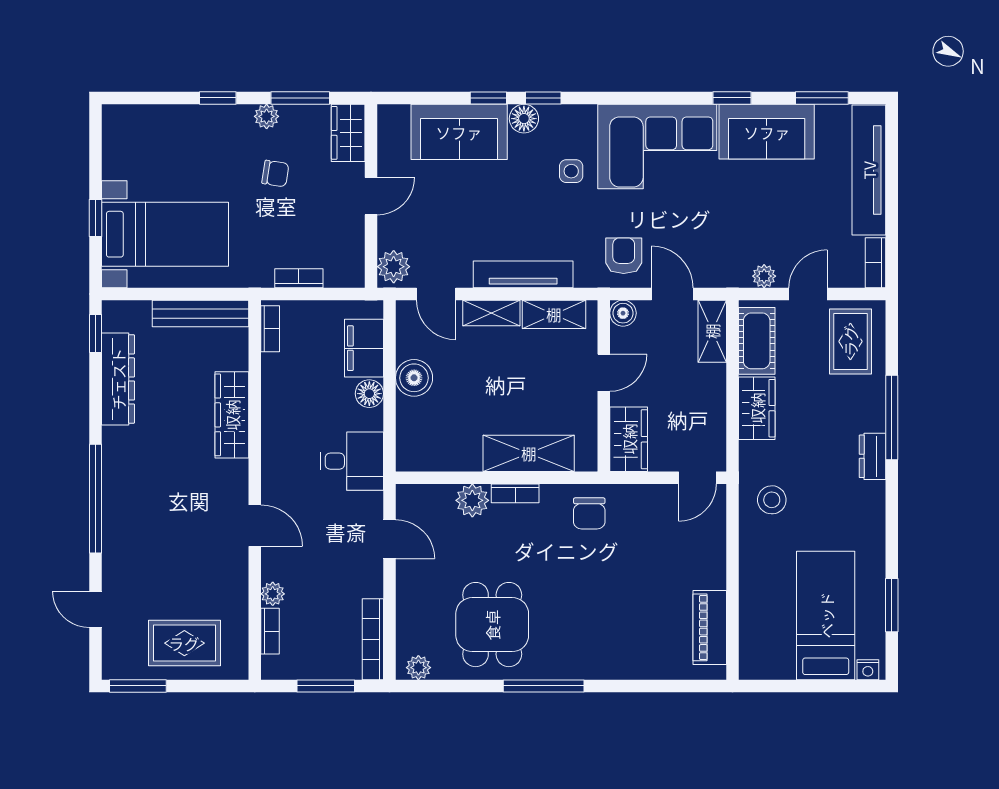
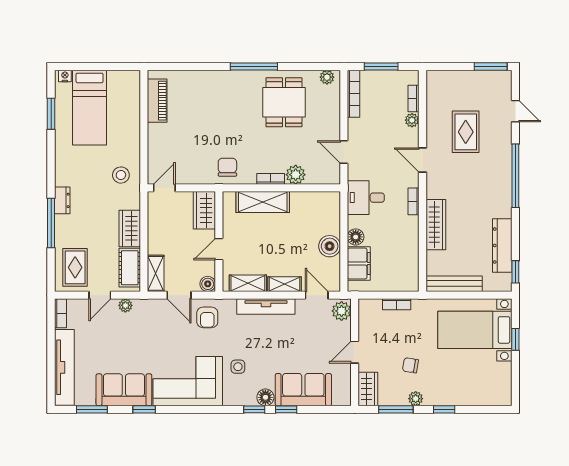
bookcase: (270, 329) -> (414, 201), moved
rug: (184, 643) -> (466, 132), moved, turned 90

